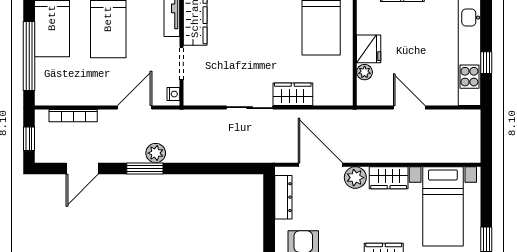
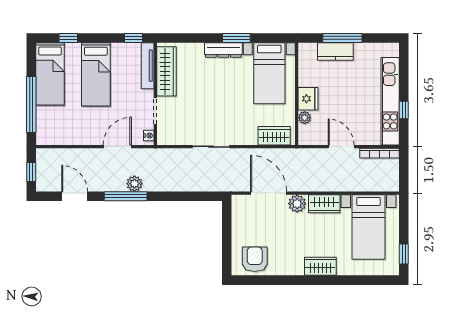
wardrobe: (293, 94) -> (274, 136), moved
bookcase: (73, 116) -> (380, 153), moved
door: (82, 169) -> (75, 196), swing flipped
window: (145, 169) -> (126, 196), width x1.44
dresser: (283, 197) -> (238, 220), removed

